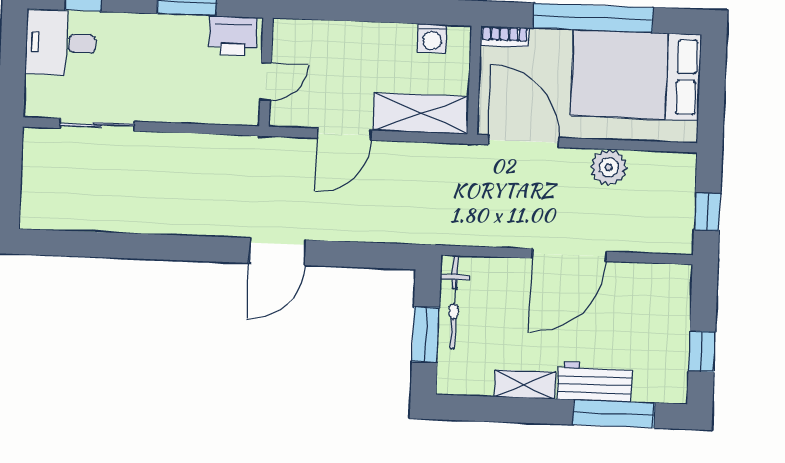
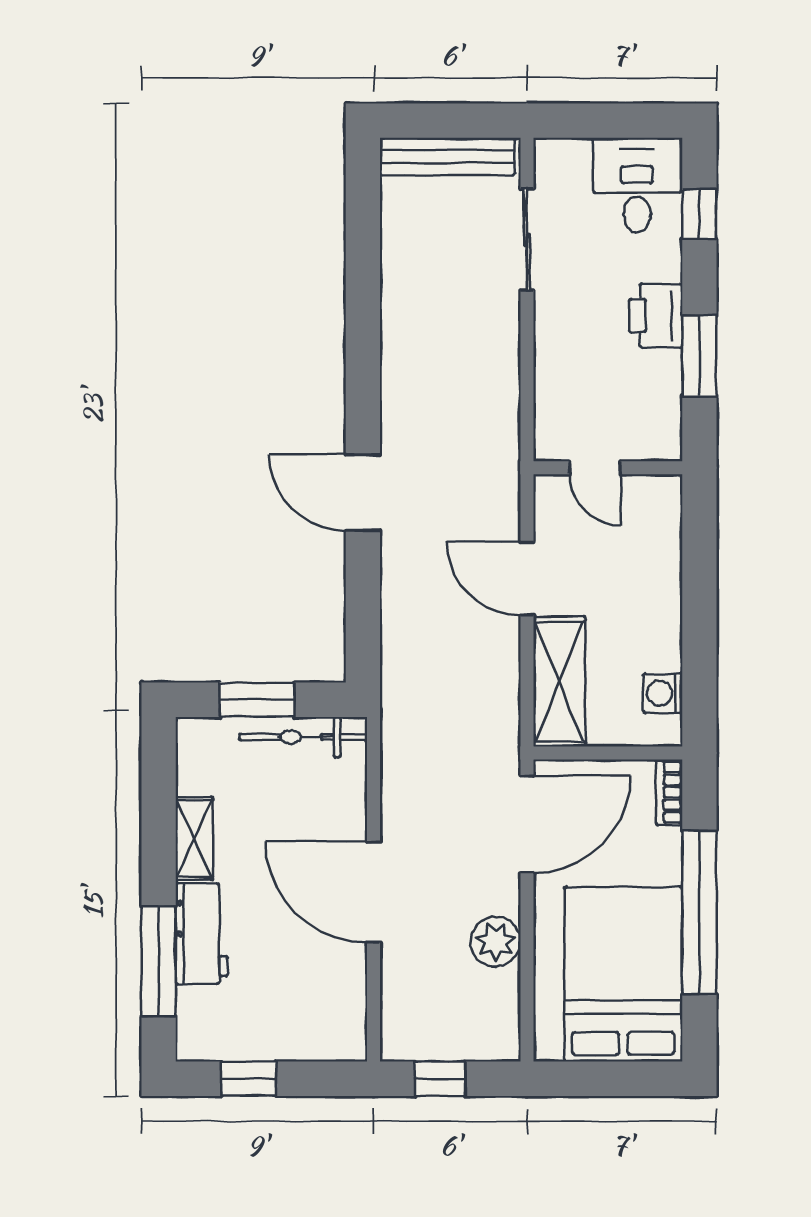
printer: (233, 36) -> (656, 316), moved
bench: (34, 181) -> (447, 156), added

